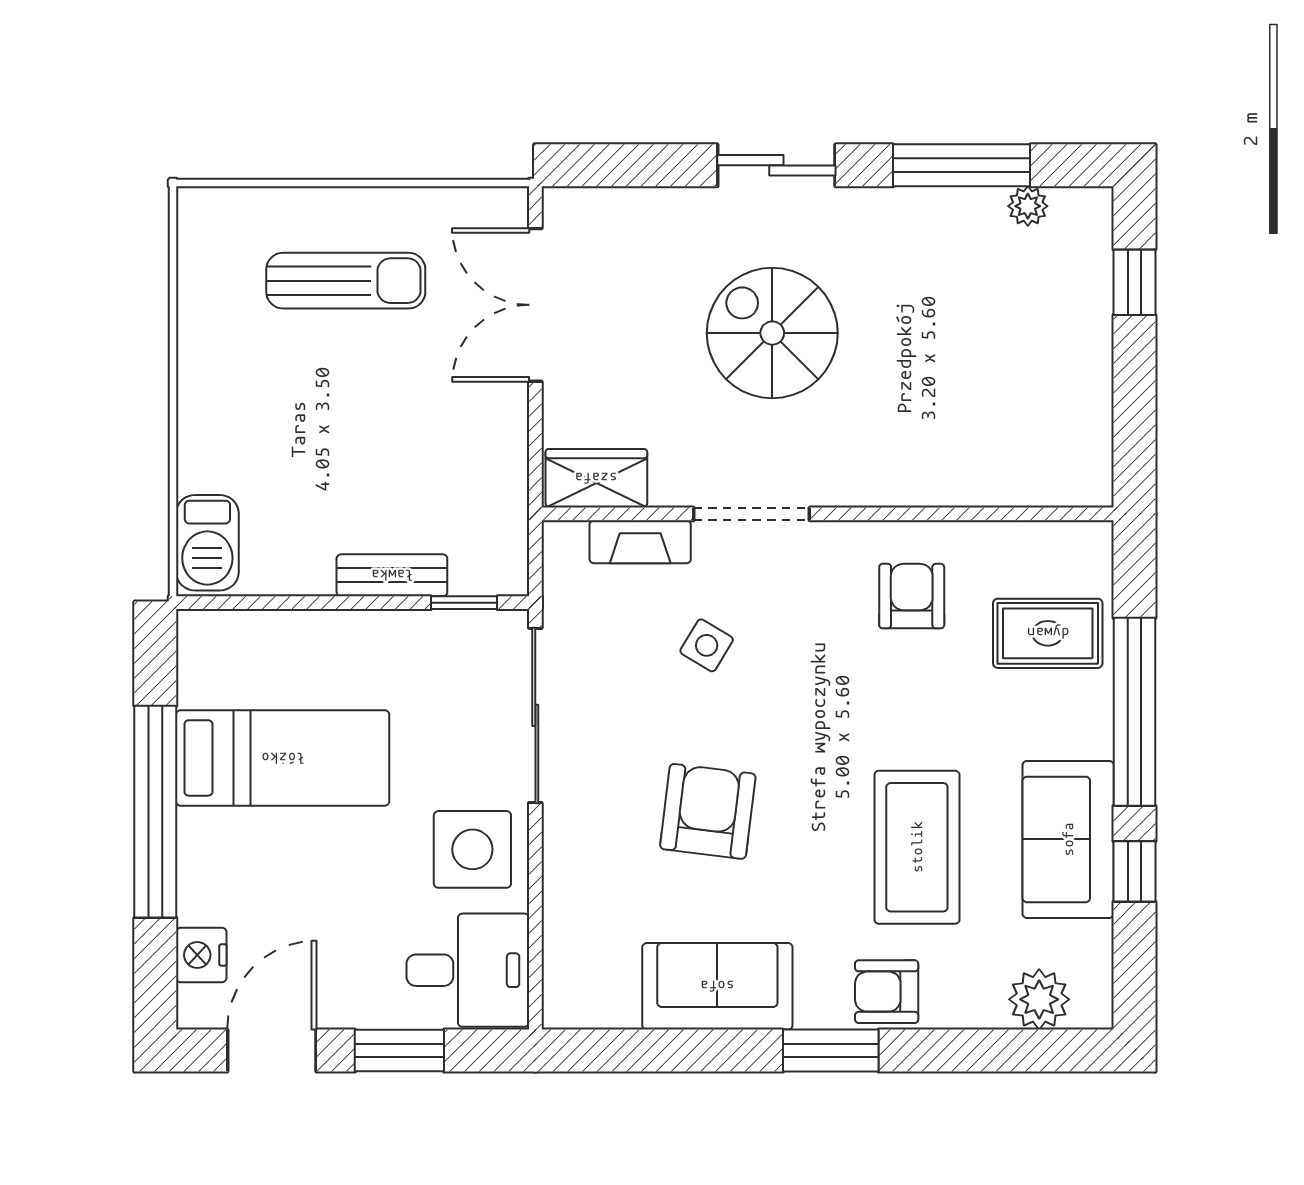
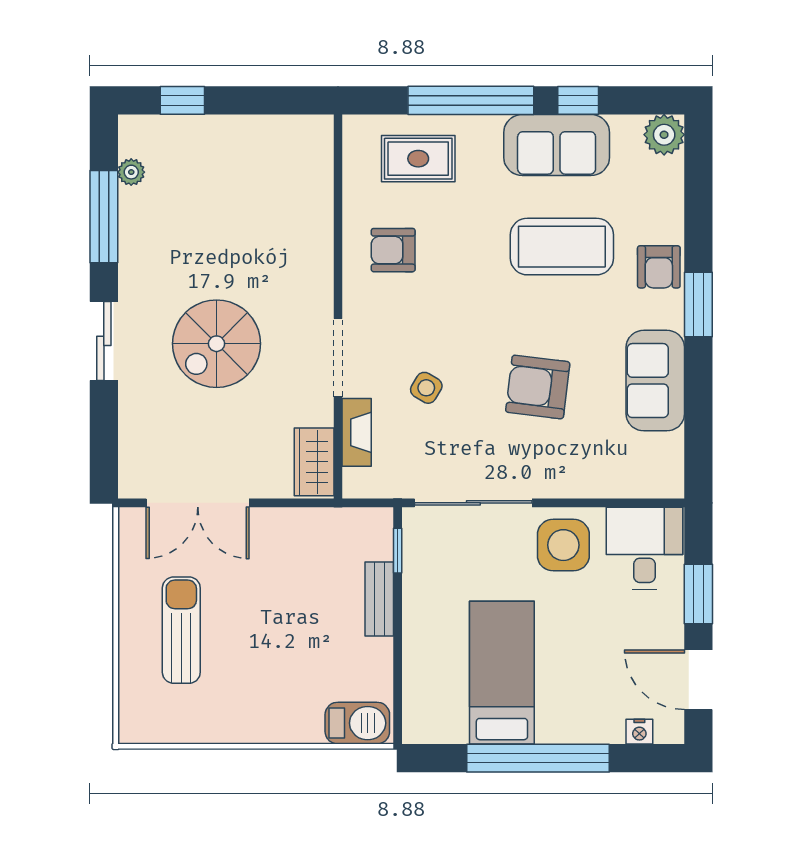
rug: (1048, 633) -> (418, 159), turned 90
nightstand: (201, 955) -> (639, 732), width x0.72, depth x0.74
plant: (1039, 999) -> (664, 135), moved

